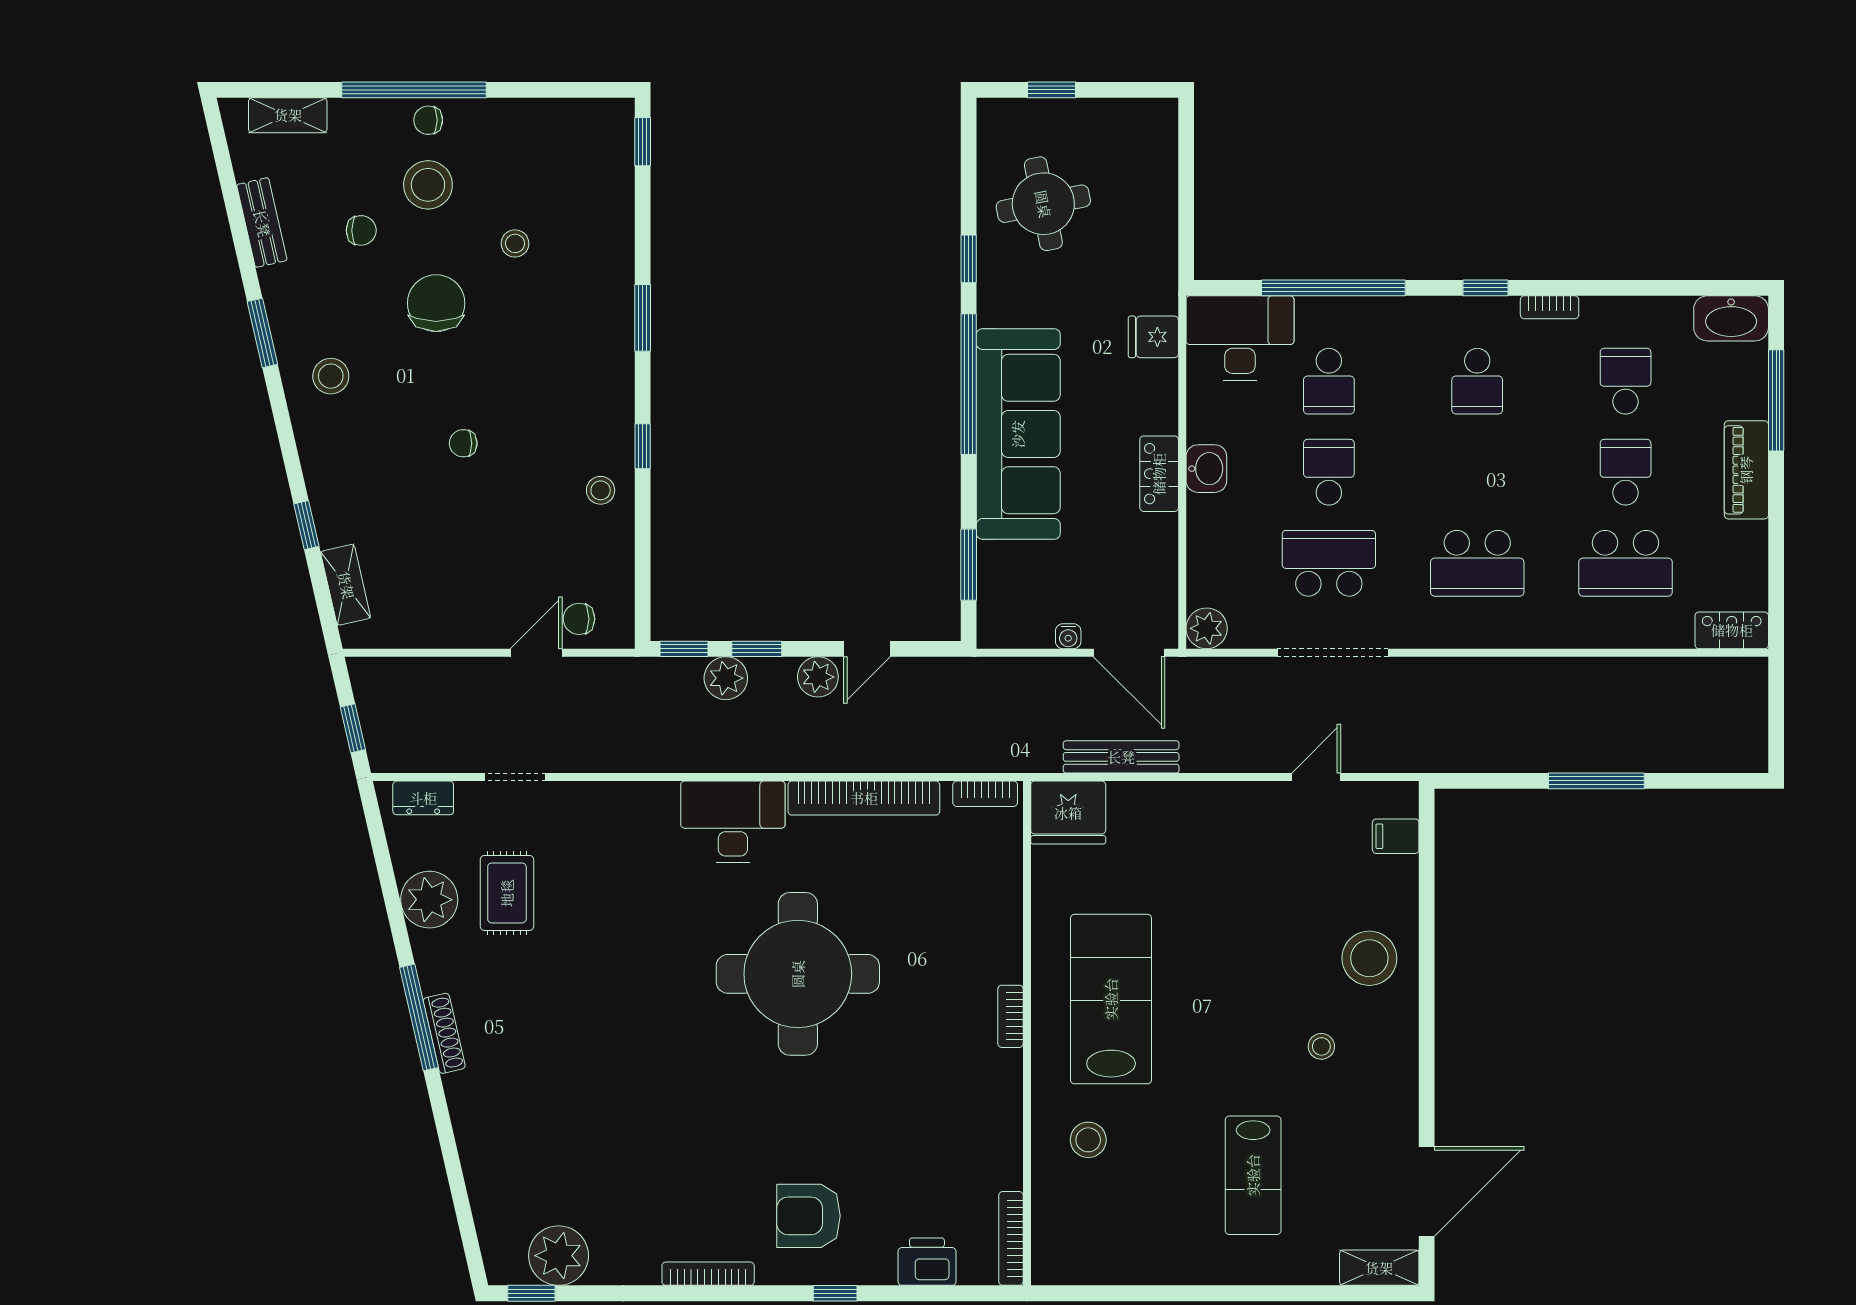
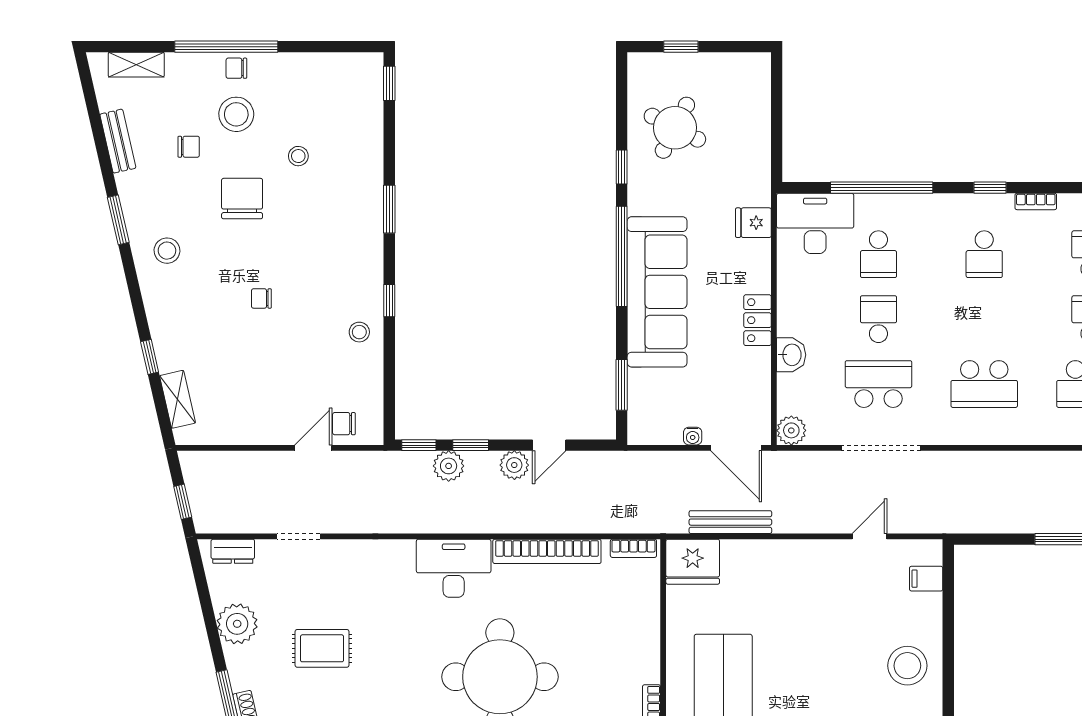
round table: (1043, 204) -> (675, 128), turned 38
washbasin: (1206, 469) -> (791, 355), moved
rug: (507, 893) -> (322, 648), moved, turned 90

